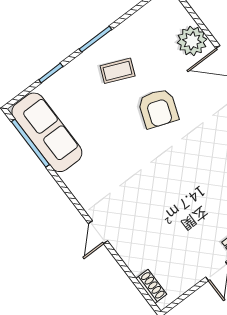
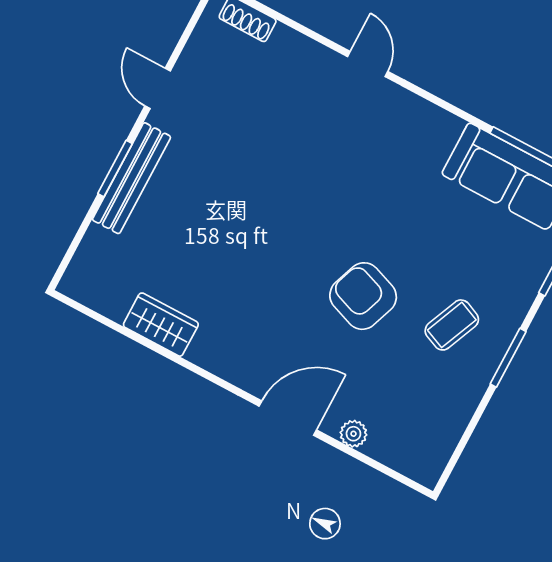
plant: (192, 41) -> (353, 434), width x0.53, depth x0.53

